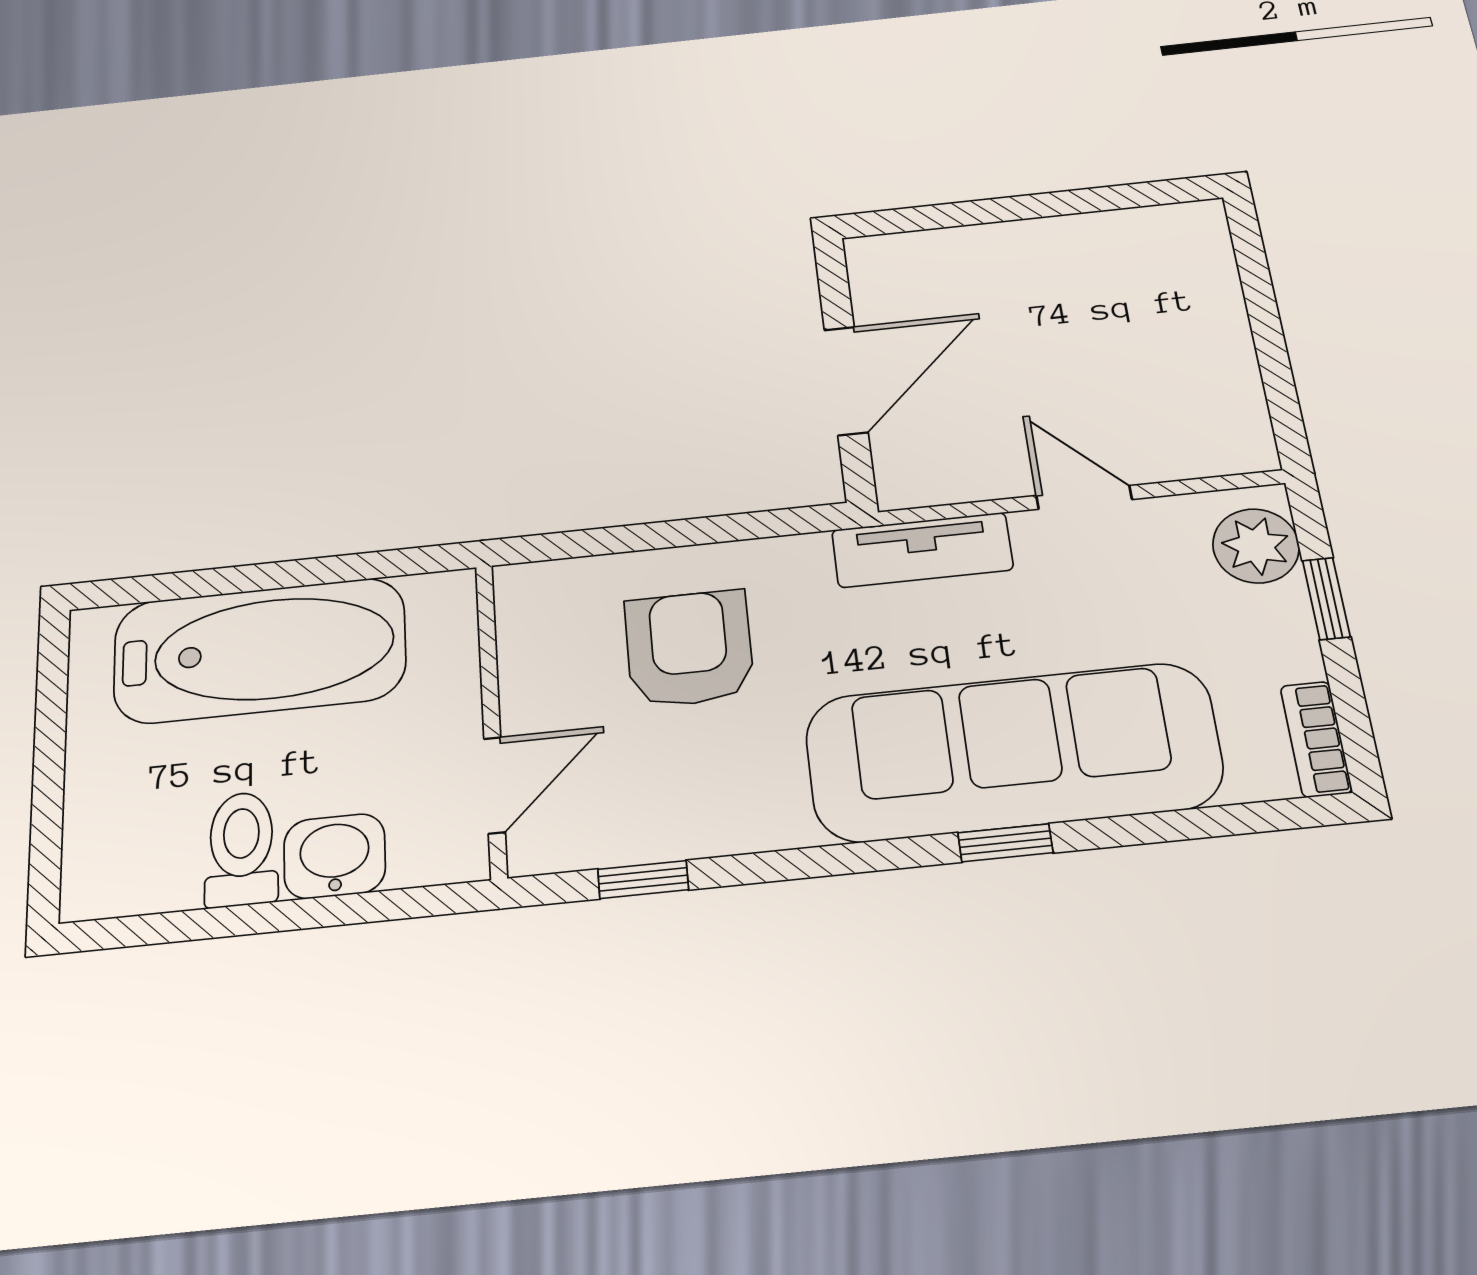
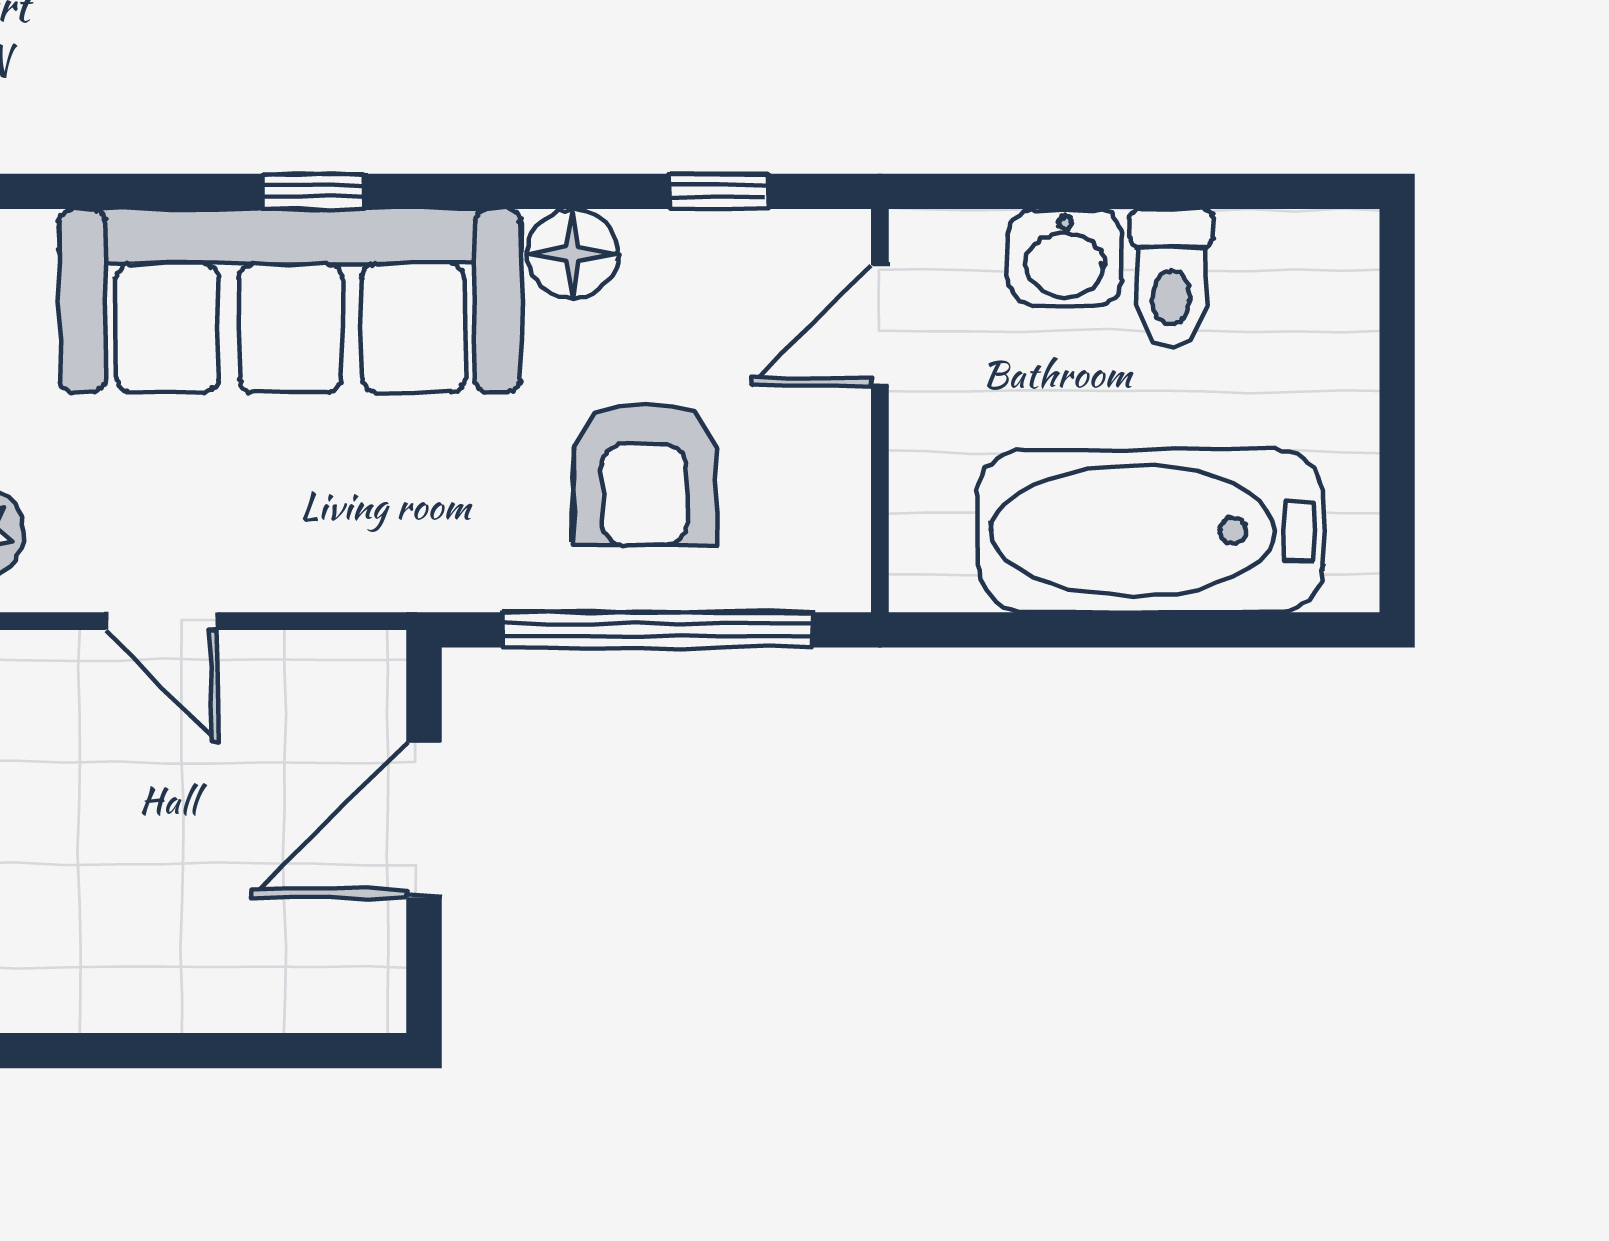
window: (668, 534) -> (658, 630), added
tv unit: (922, 550) -> (360, 573), removed
floor lamp: (768, 815) -> (573, 254), added

